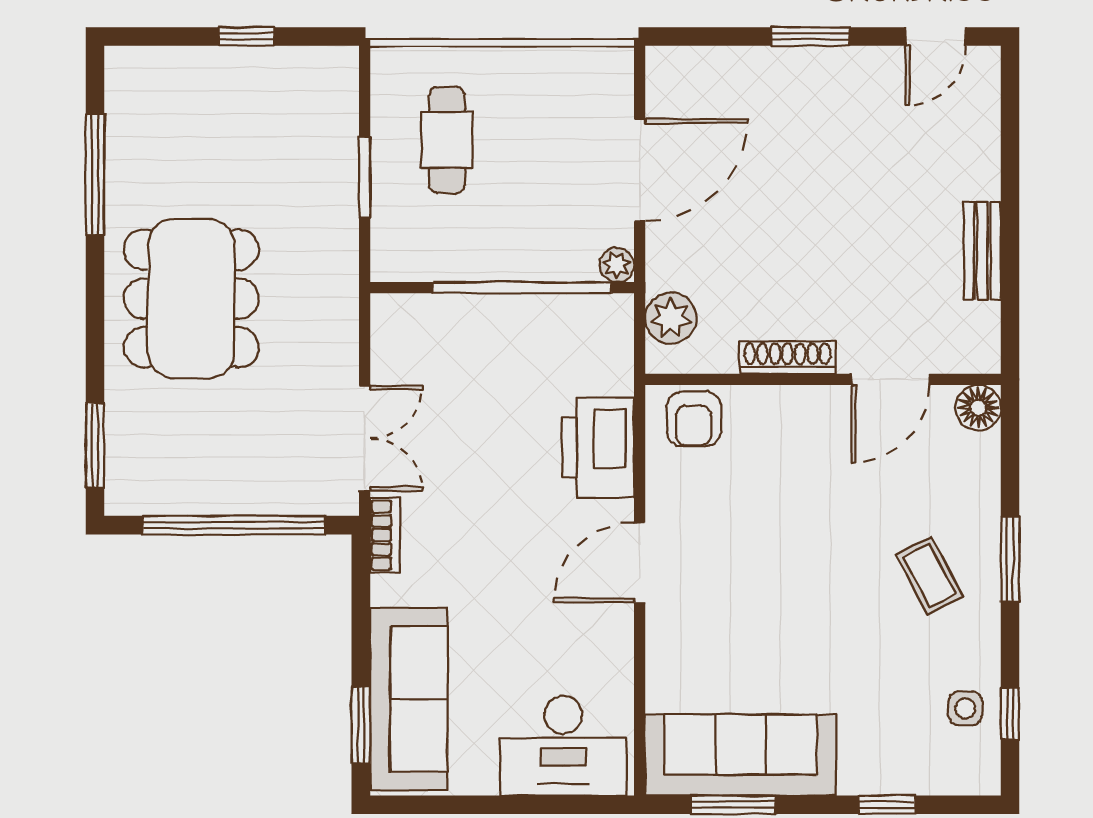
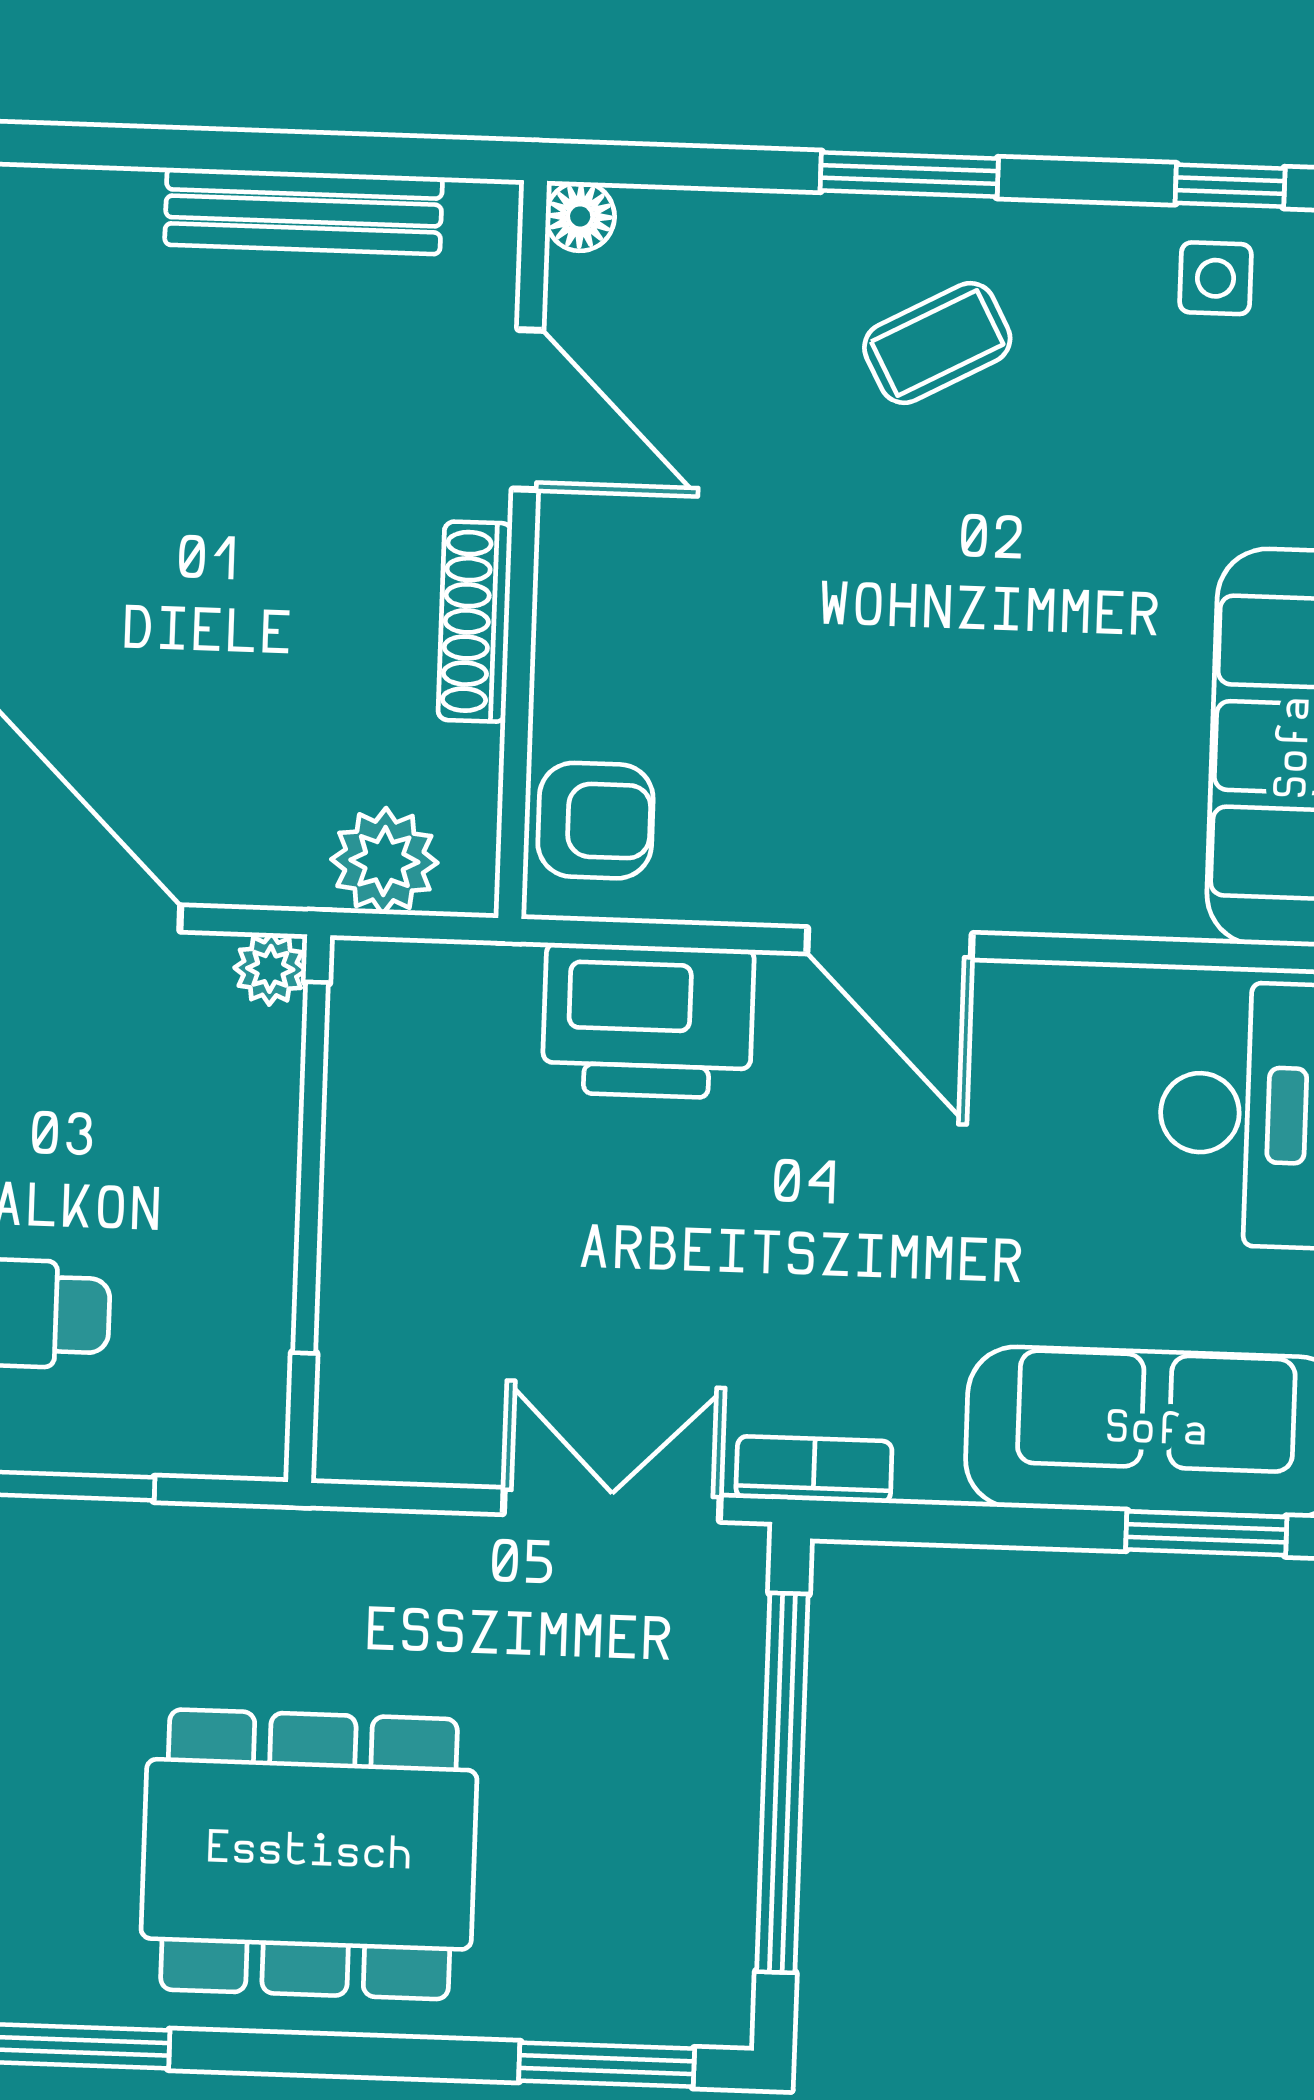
bench: (982, 250) -> (304, 211), width x1.36
floor lamp: (978, 408) -> (580, 216), width x0.73, depth x0.73

